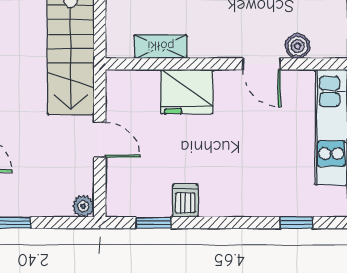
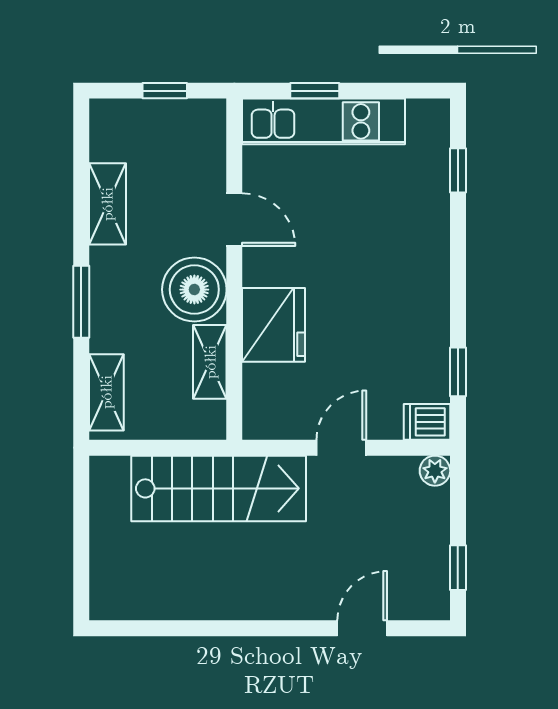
boiler: (297, 46) -> (194, 290), moved, width x1.86, depth x1.86
door: (262, 64) -> (234, 220), hinge flipped
dishwasher: (185, 201) -> (427, 422), moved

